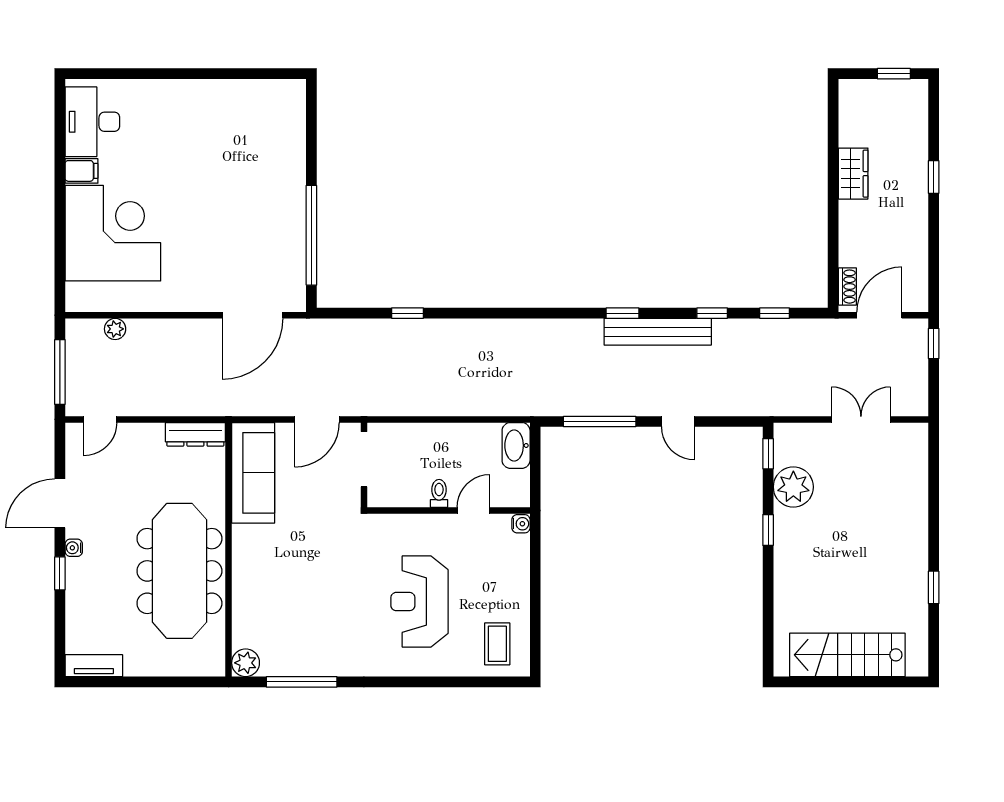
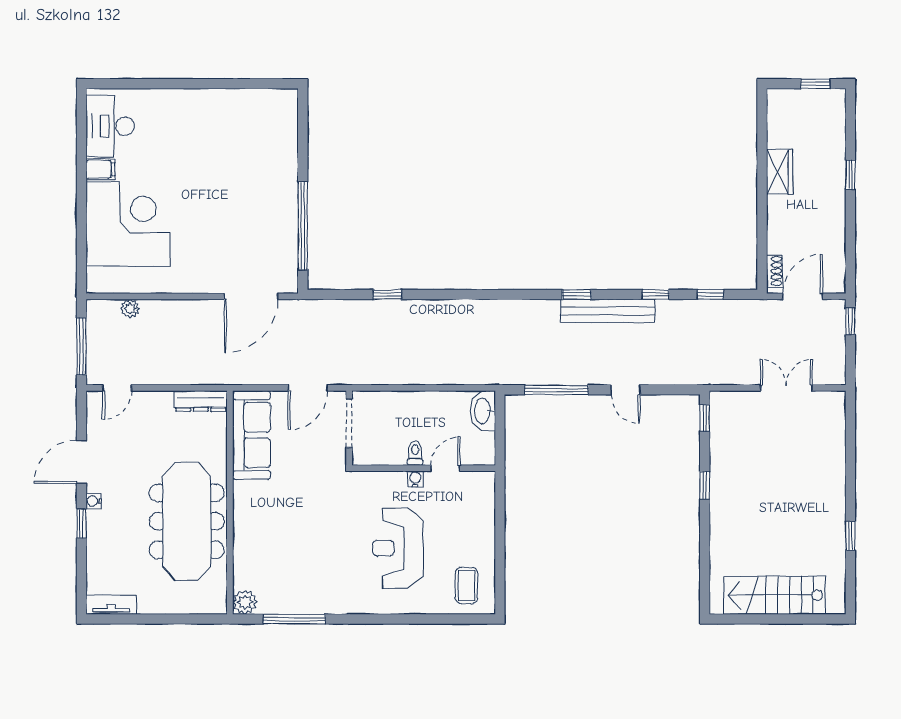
plant: (793, 487) -> (727, 447), removed
water cooler: (521, 524) -> (415, 479), moved, turned -90

